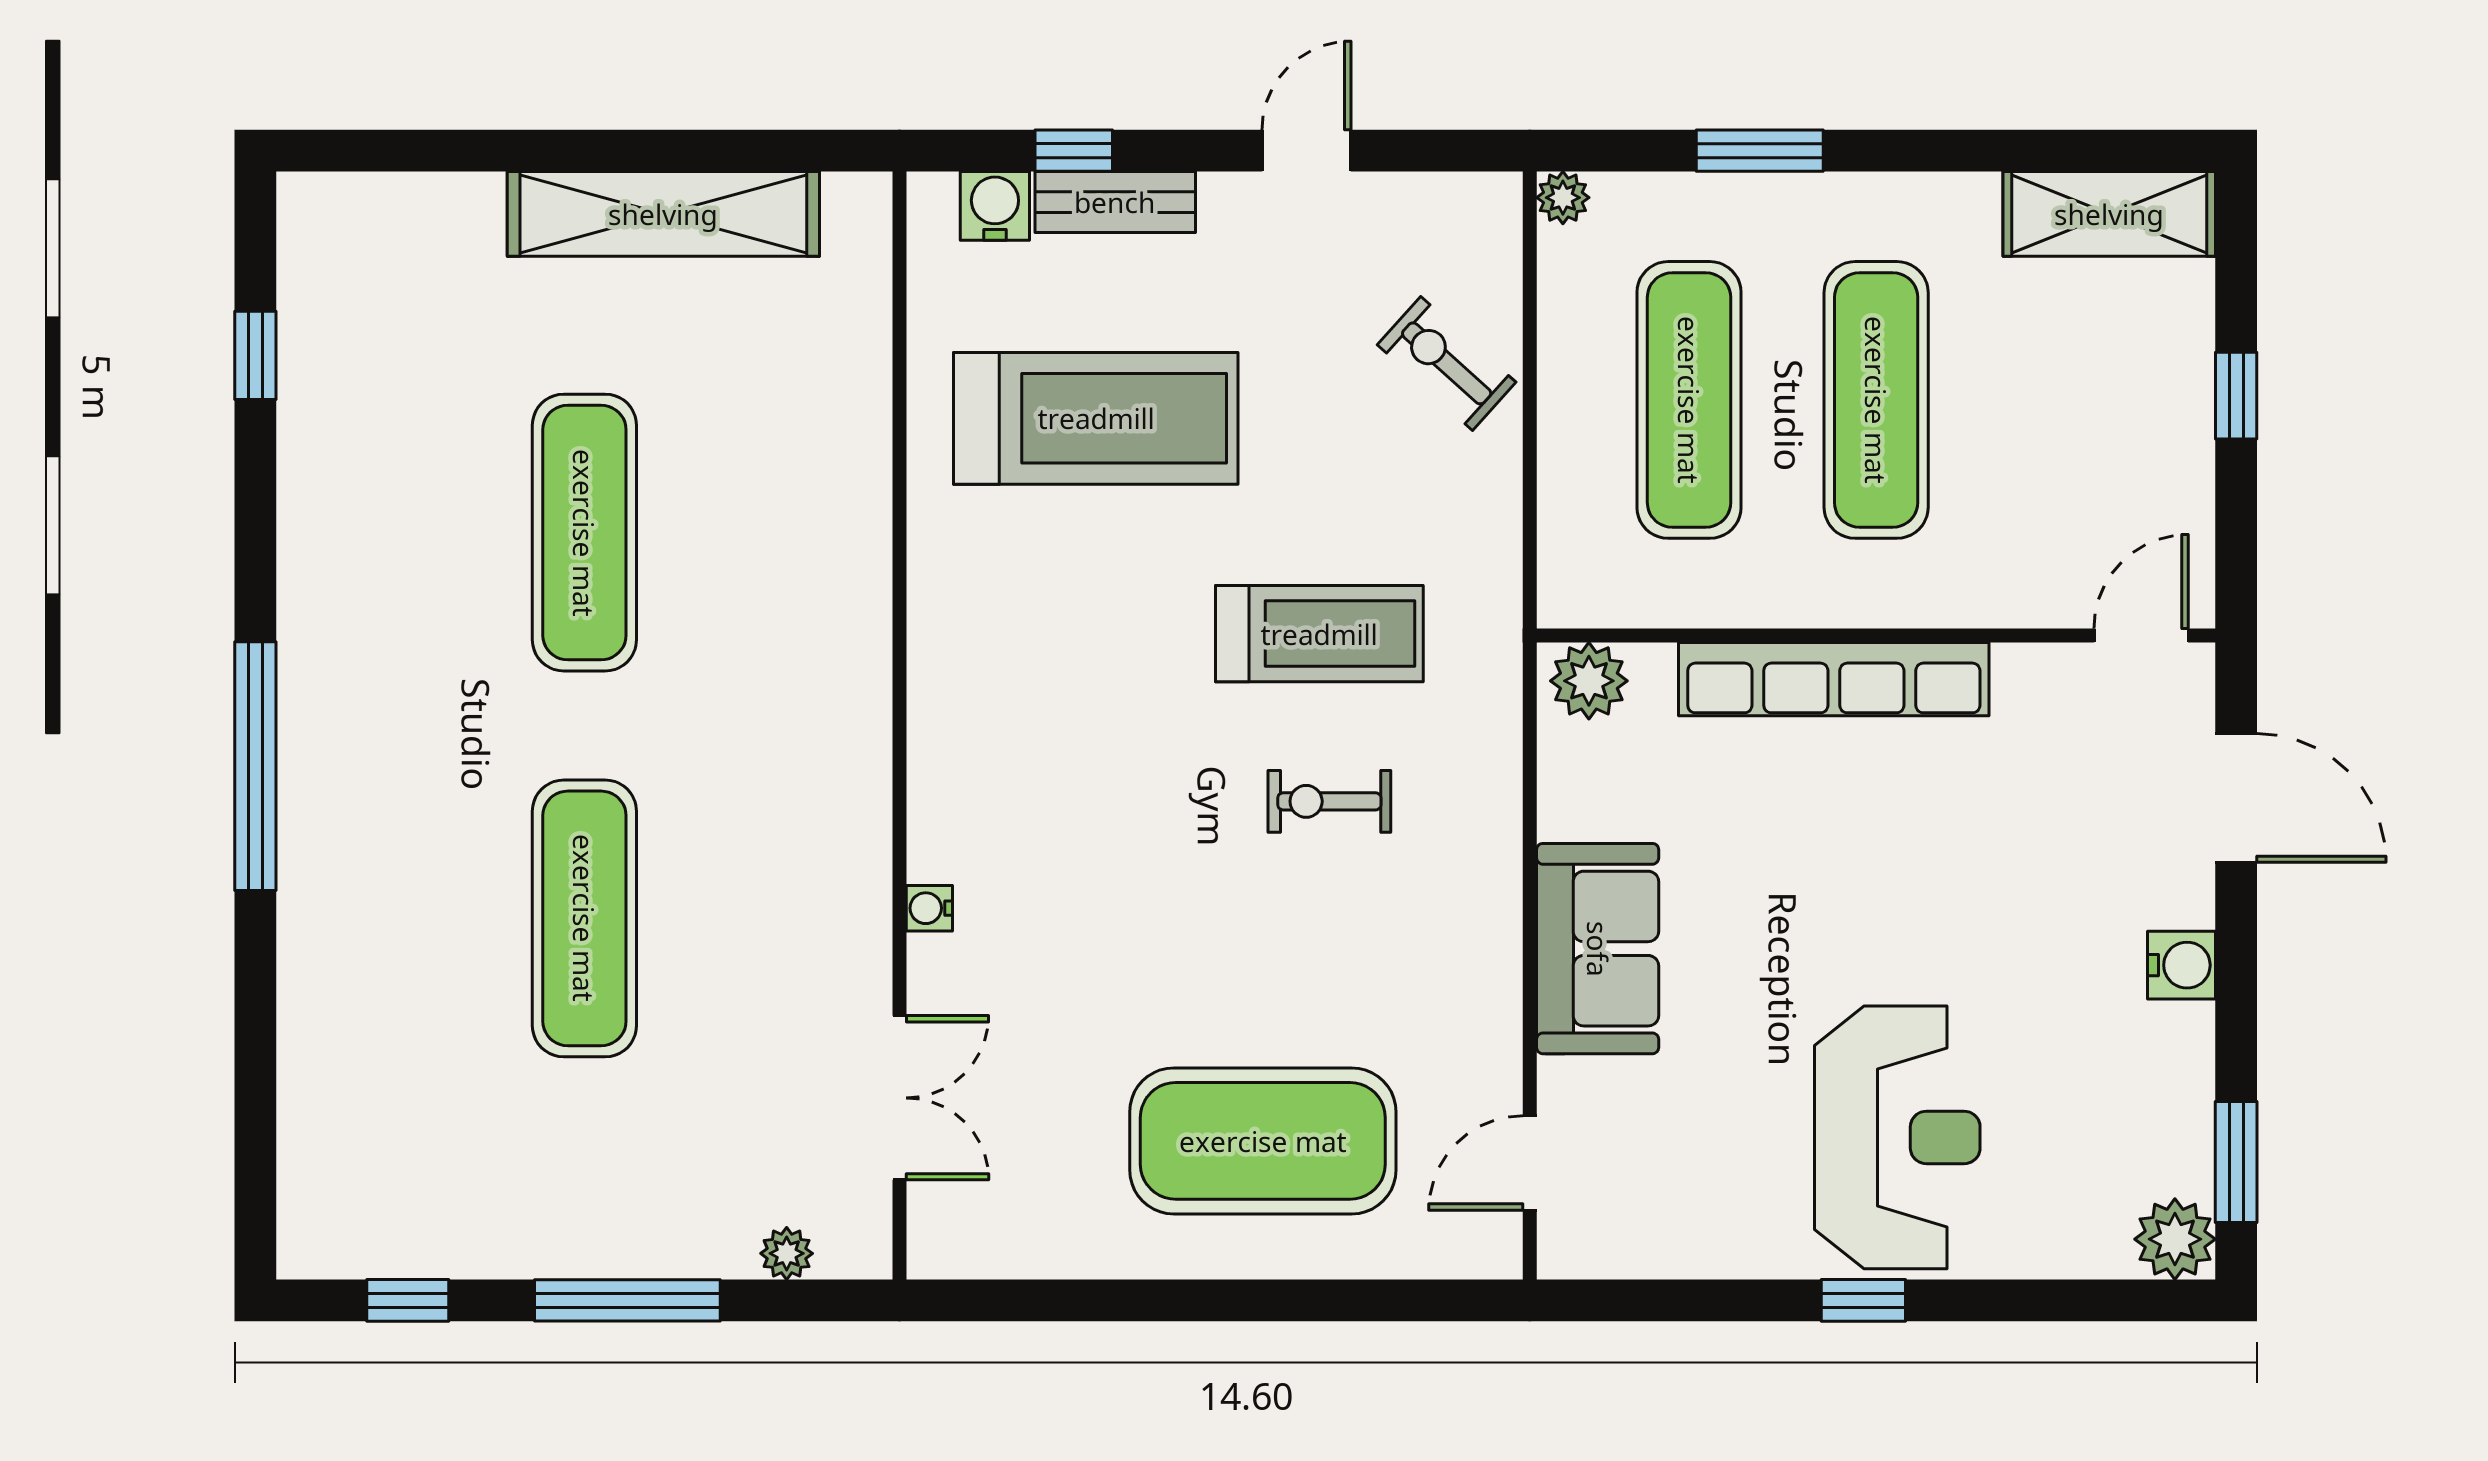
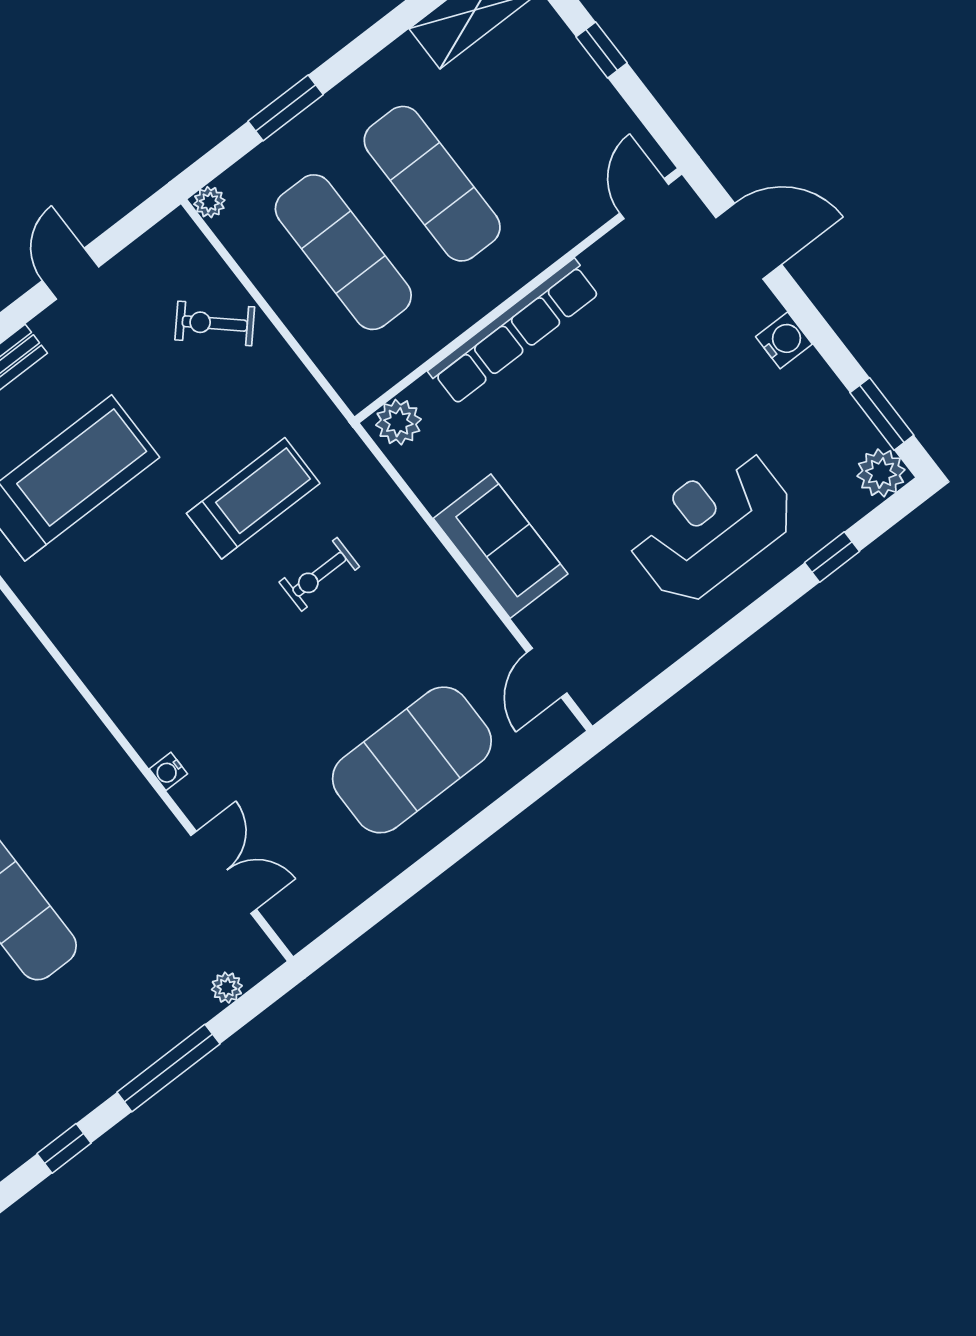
reception desk: (1897, 1137) -> (712, 526), turned -90
window: (1863, 1300) -> (832, 557), moved

